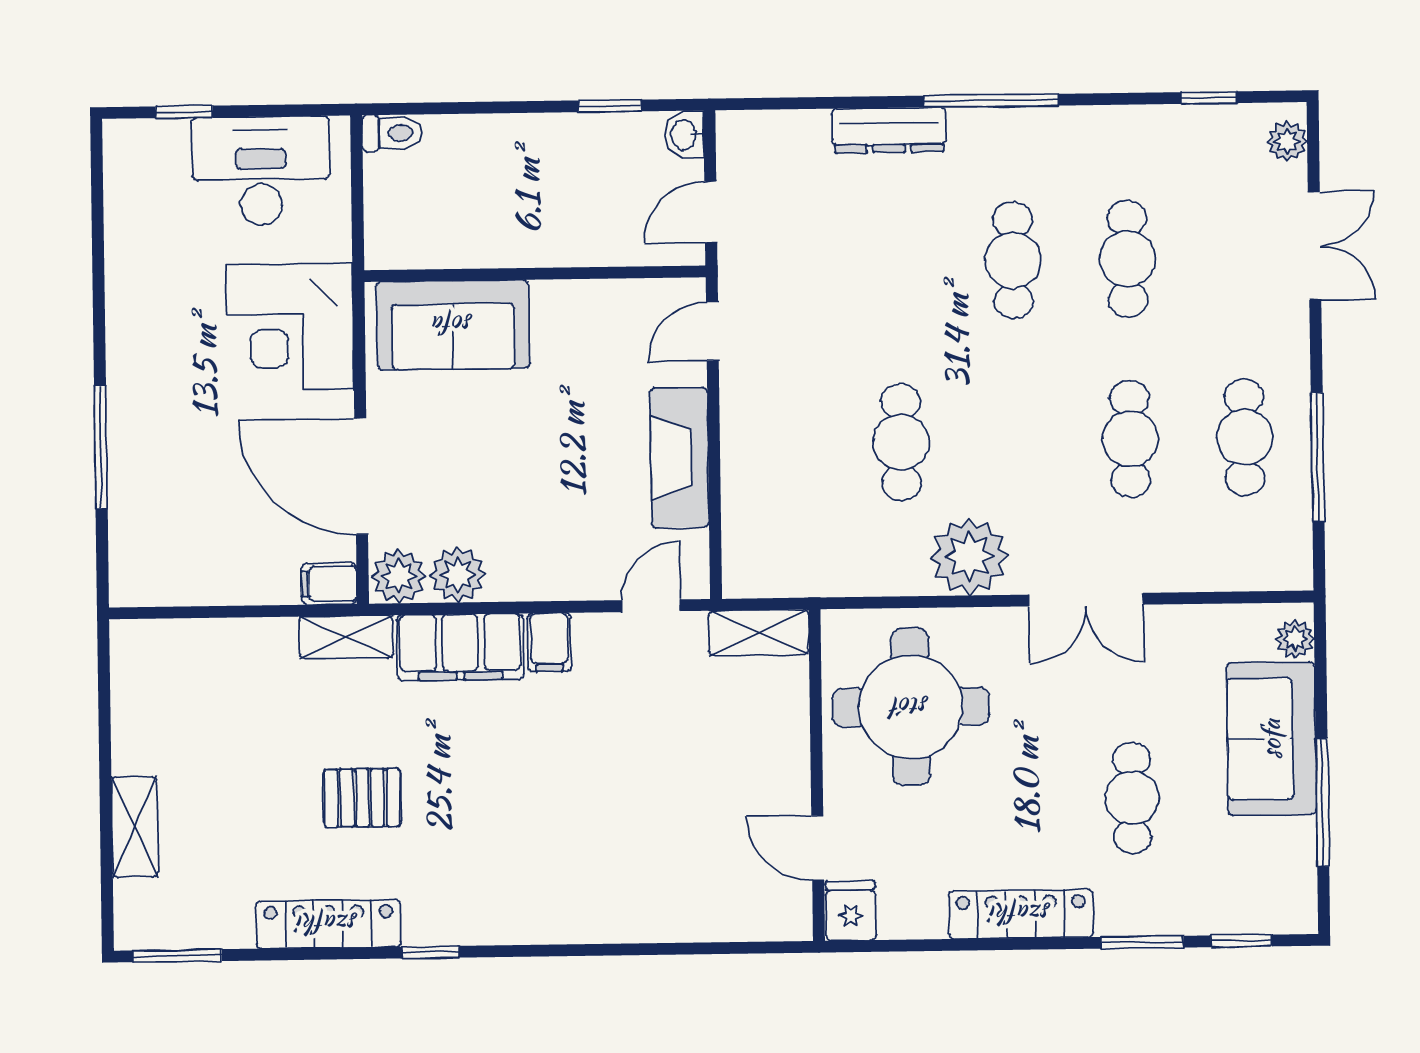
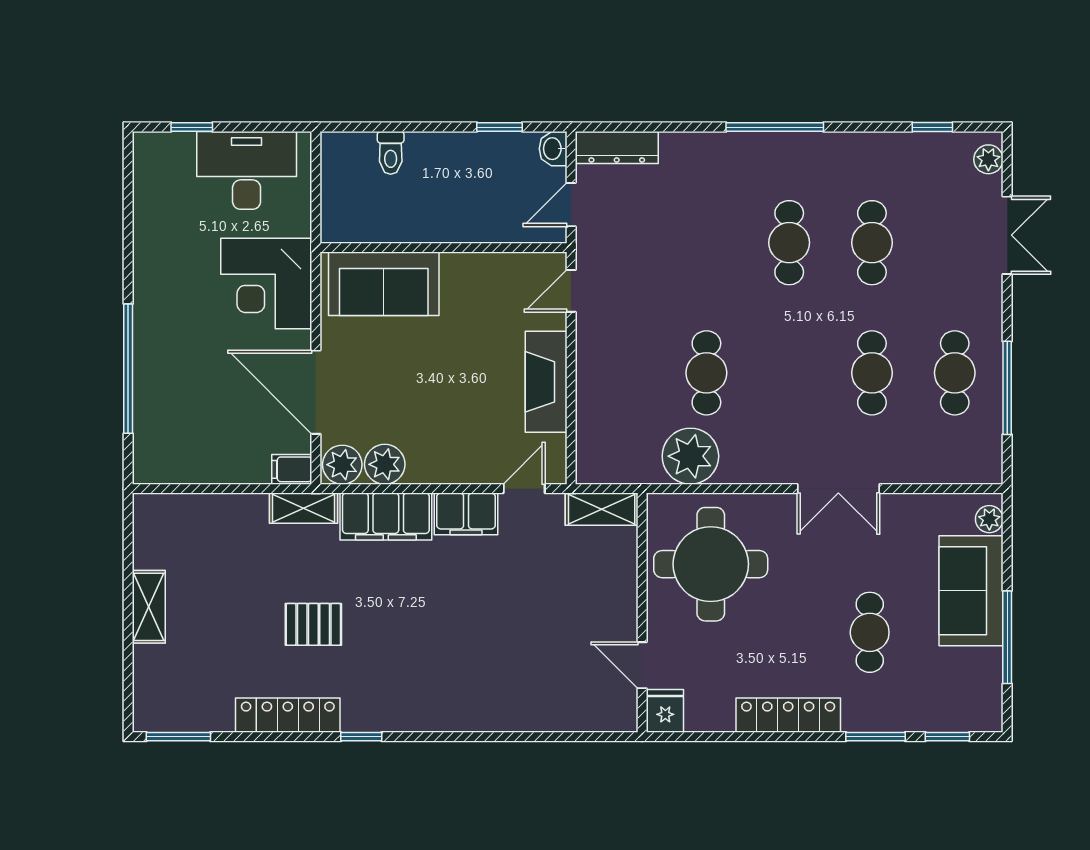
dresser: (889, 130) -> (617, 147), moved
toilet: (392, 133) -> (391, 153), moved, turned 90
window: (101, 447) -> (128, 369), width x1.46
plant: (969, 556) -> (690, 456), moved
filing cabinet: (549, 642) -> (466, 514), width x2.00
shelving: (135, 827) -> (149, 607), moved

